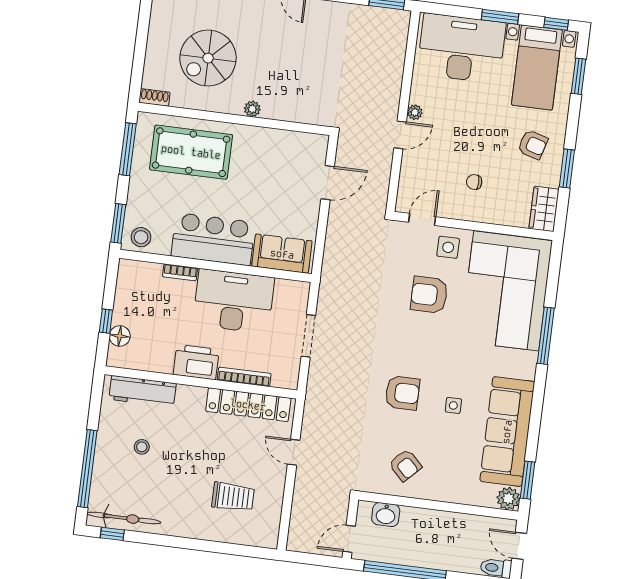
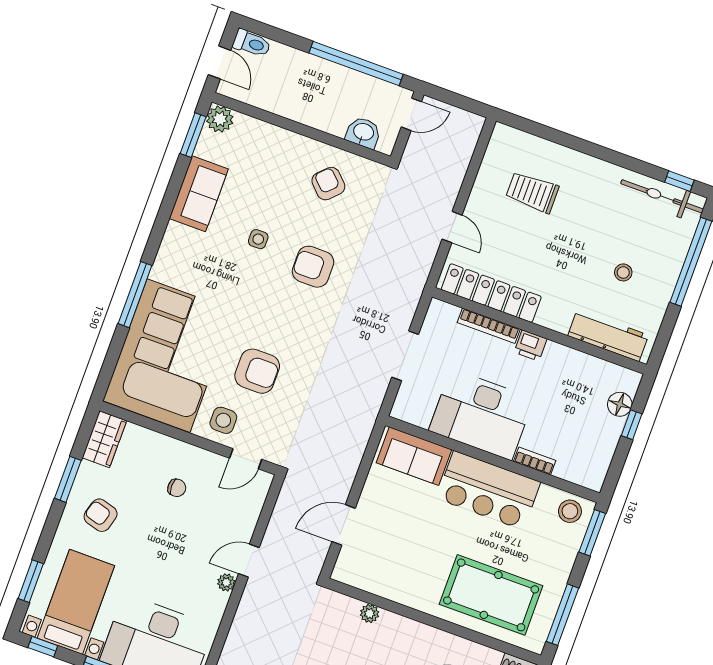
plant: (252, 109) -> (370, 614), moved
printer: (196, 362) -> (531, 345), width x0.53, depth x0.68
sofa: (507, 432) -> (199, 194), width x0.54, depth x0.79

